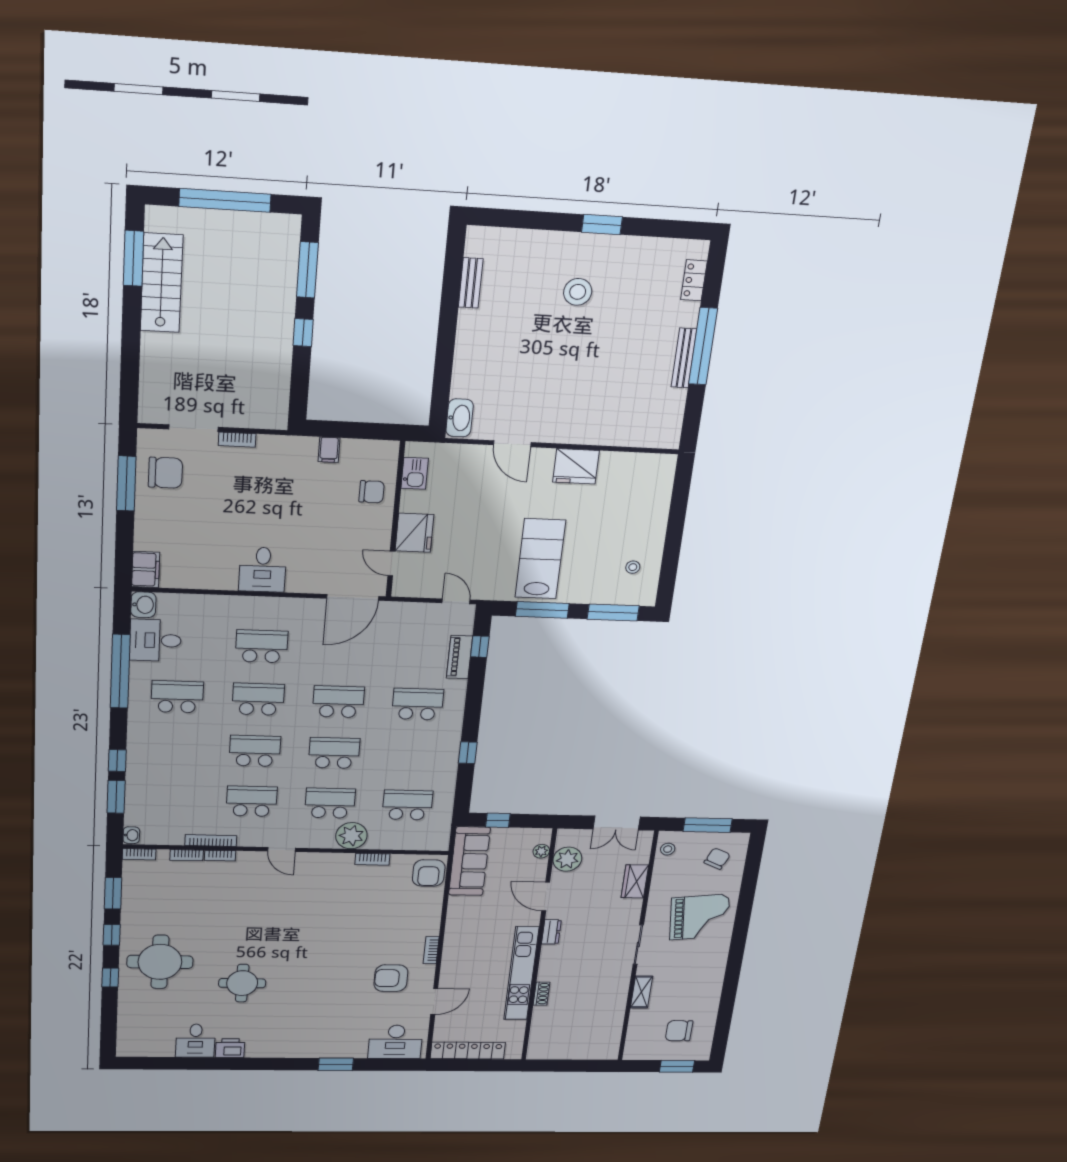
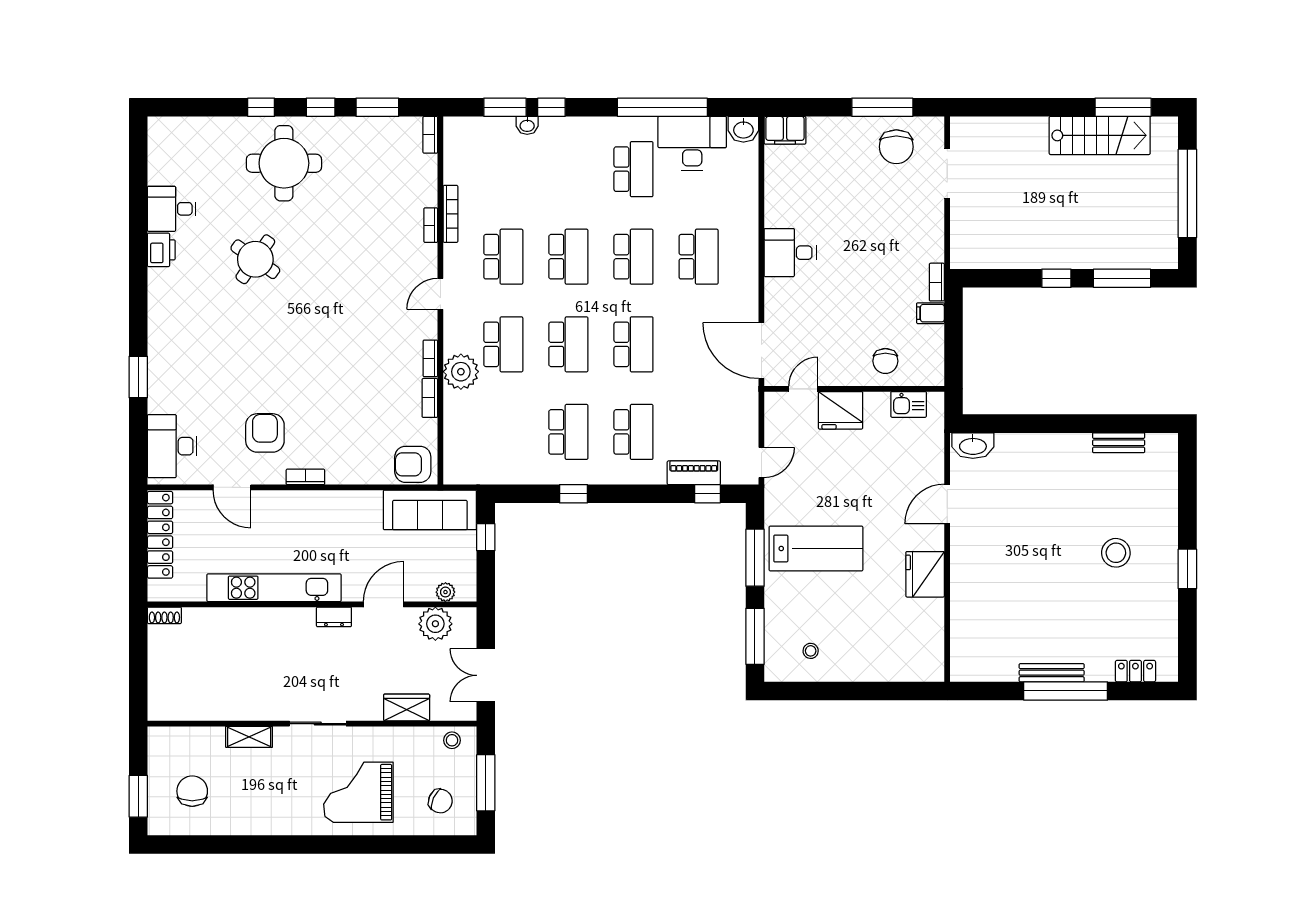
bookcase: (237, 440) -> (937, 282), moved
desk: (155, 640) -> (692, 143), width x1.37
school desk: (407, 805) -> (568, 432), moved
washbasin: (131, 835) -> (527, 125), moved
bookcase: (187, 855) -> (430, 358), moved
grand piano: (700, 917) -> (358, 792), turned 96
round table: (242, 983) -> (255, 259), turned 35
shoe rack: (542, 994) -> (164, 615), moved

